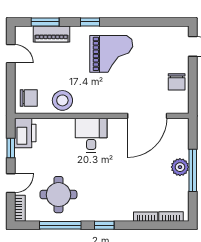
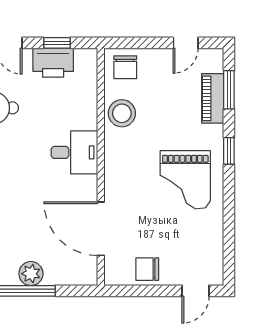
printer: (25, 133) -> (53, 63), moved

